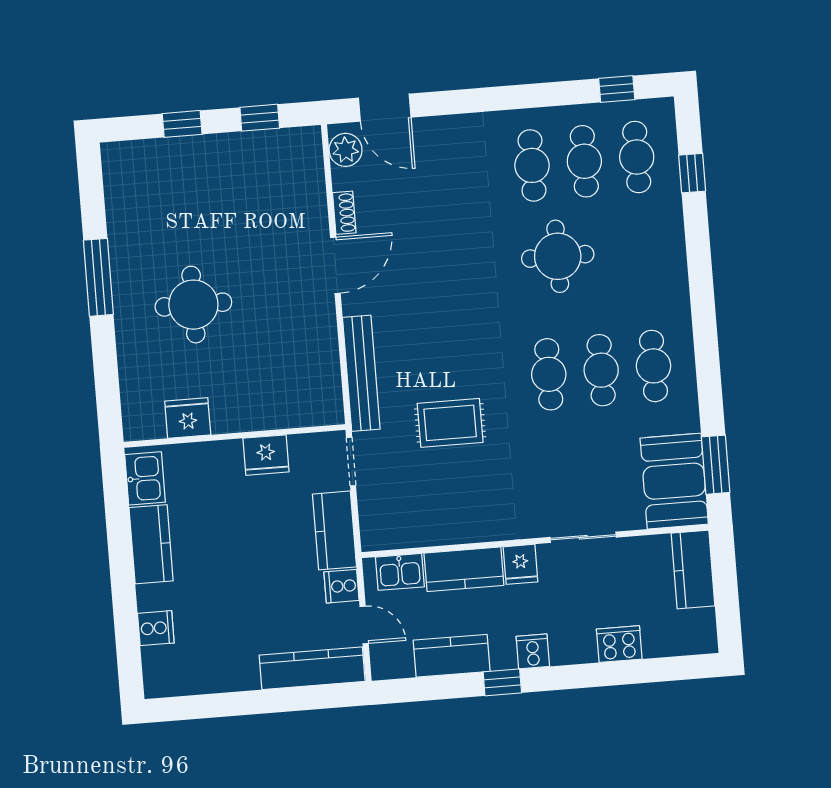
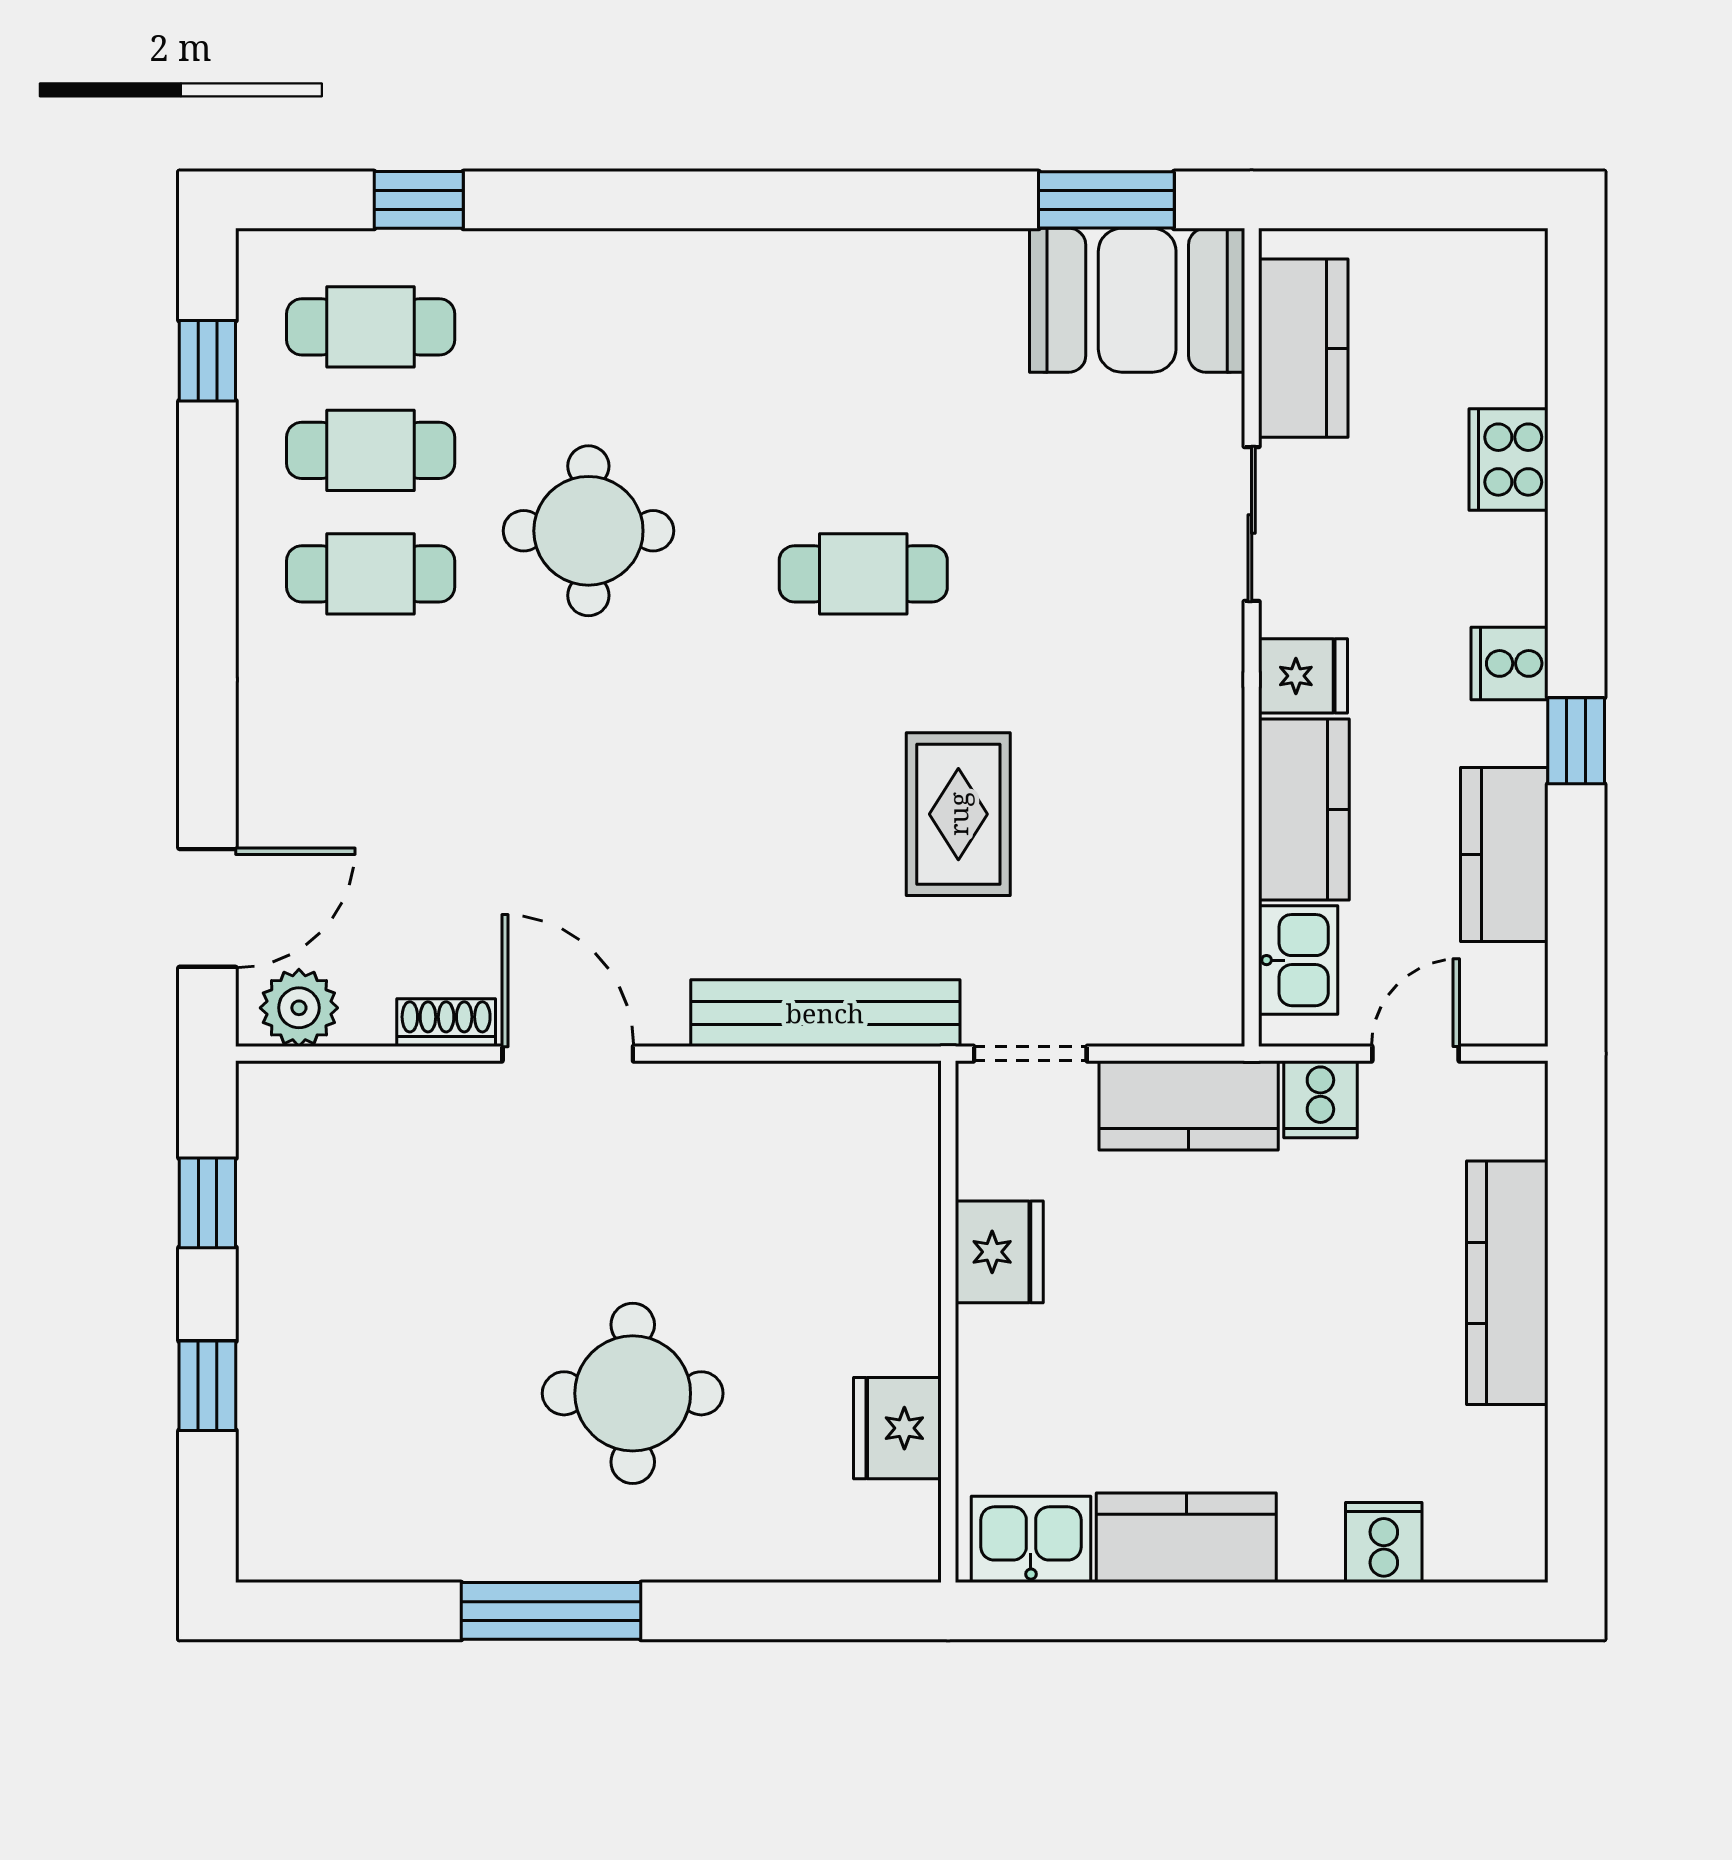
cafe table: (653, 366) -> (863, 327), removed
cafe table: (601, 370) -> (863, 450), removed
kitchen counter: (693, 570) -> (1303, 348), moved, turned -90
kitchen counter: (312, 668) -> (1507, 1283), moved

